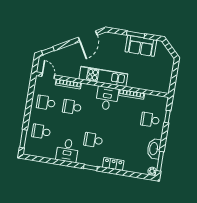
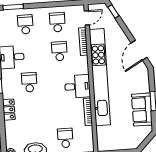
door: (88, 36) -> (139, 50), hinge flipped
kitchen unit: (103, 76) -> (100, 77), width x1.86

